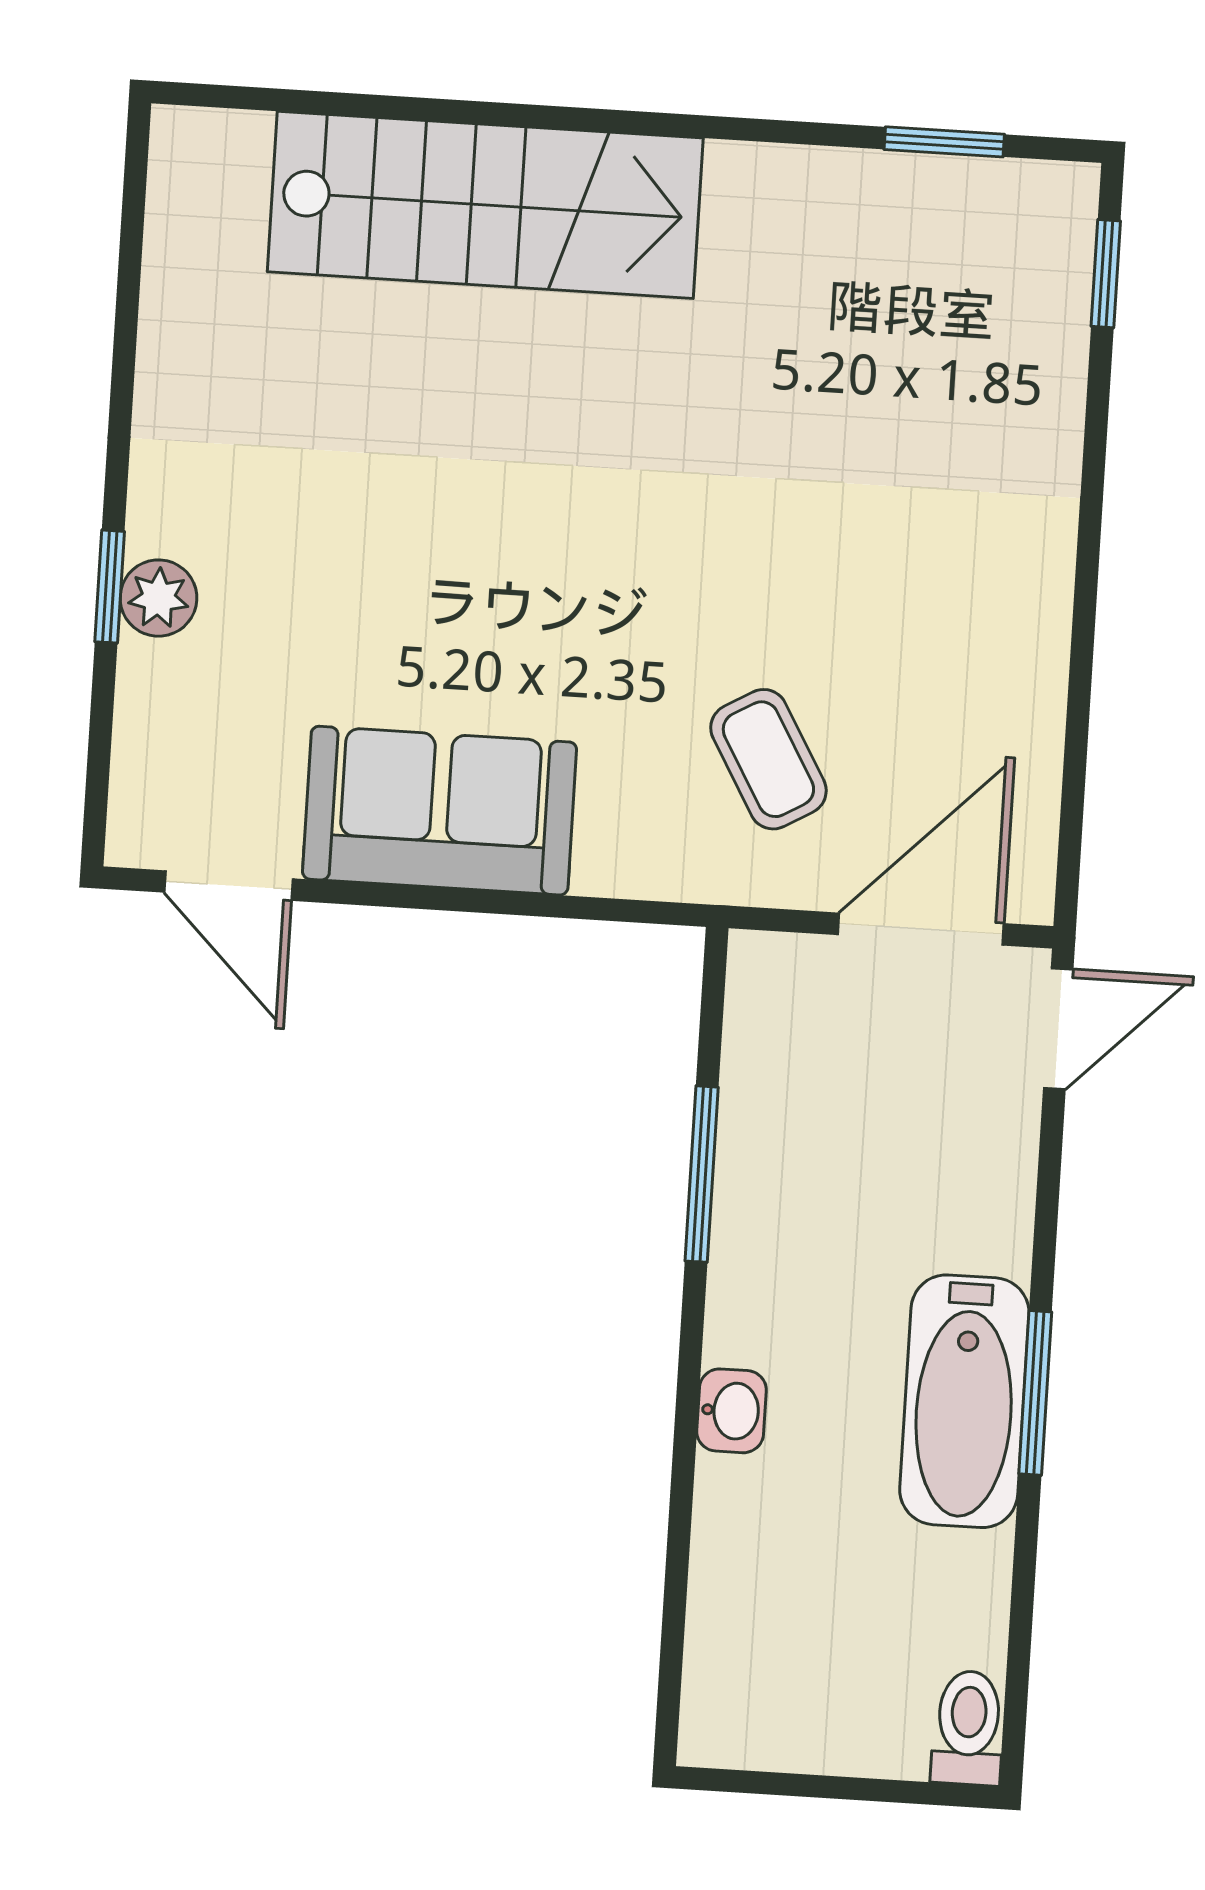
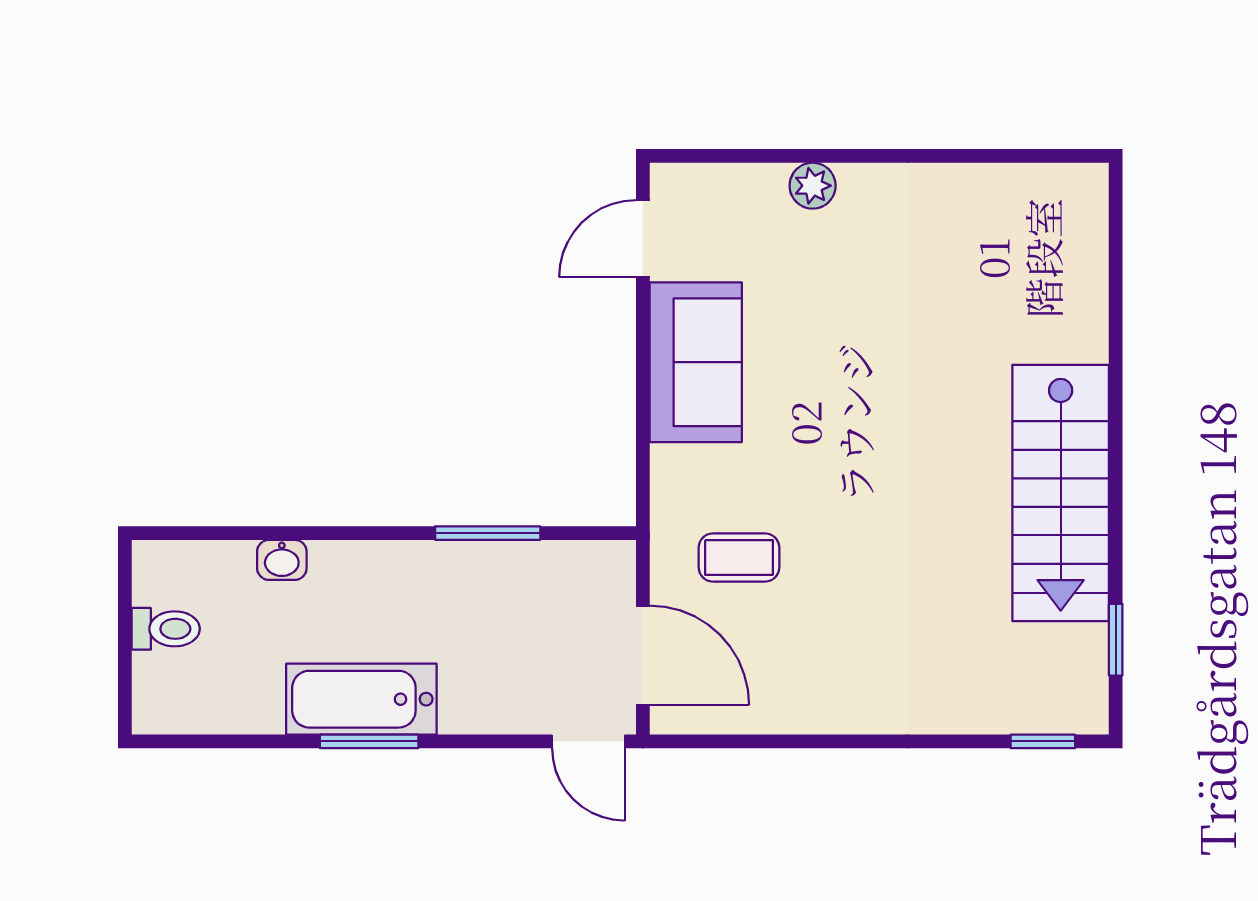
stairs: (485, 205) -> (1061, 493), moved
window: (110, 587) -> (818, 156), removed
coffee table: (768, 759) -> (739, 557), turned 30
washbasin: (731, 1411) -> (282, 560), moved
toilet: (968, 1728) -> (166, 629), moved

